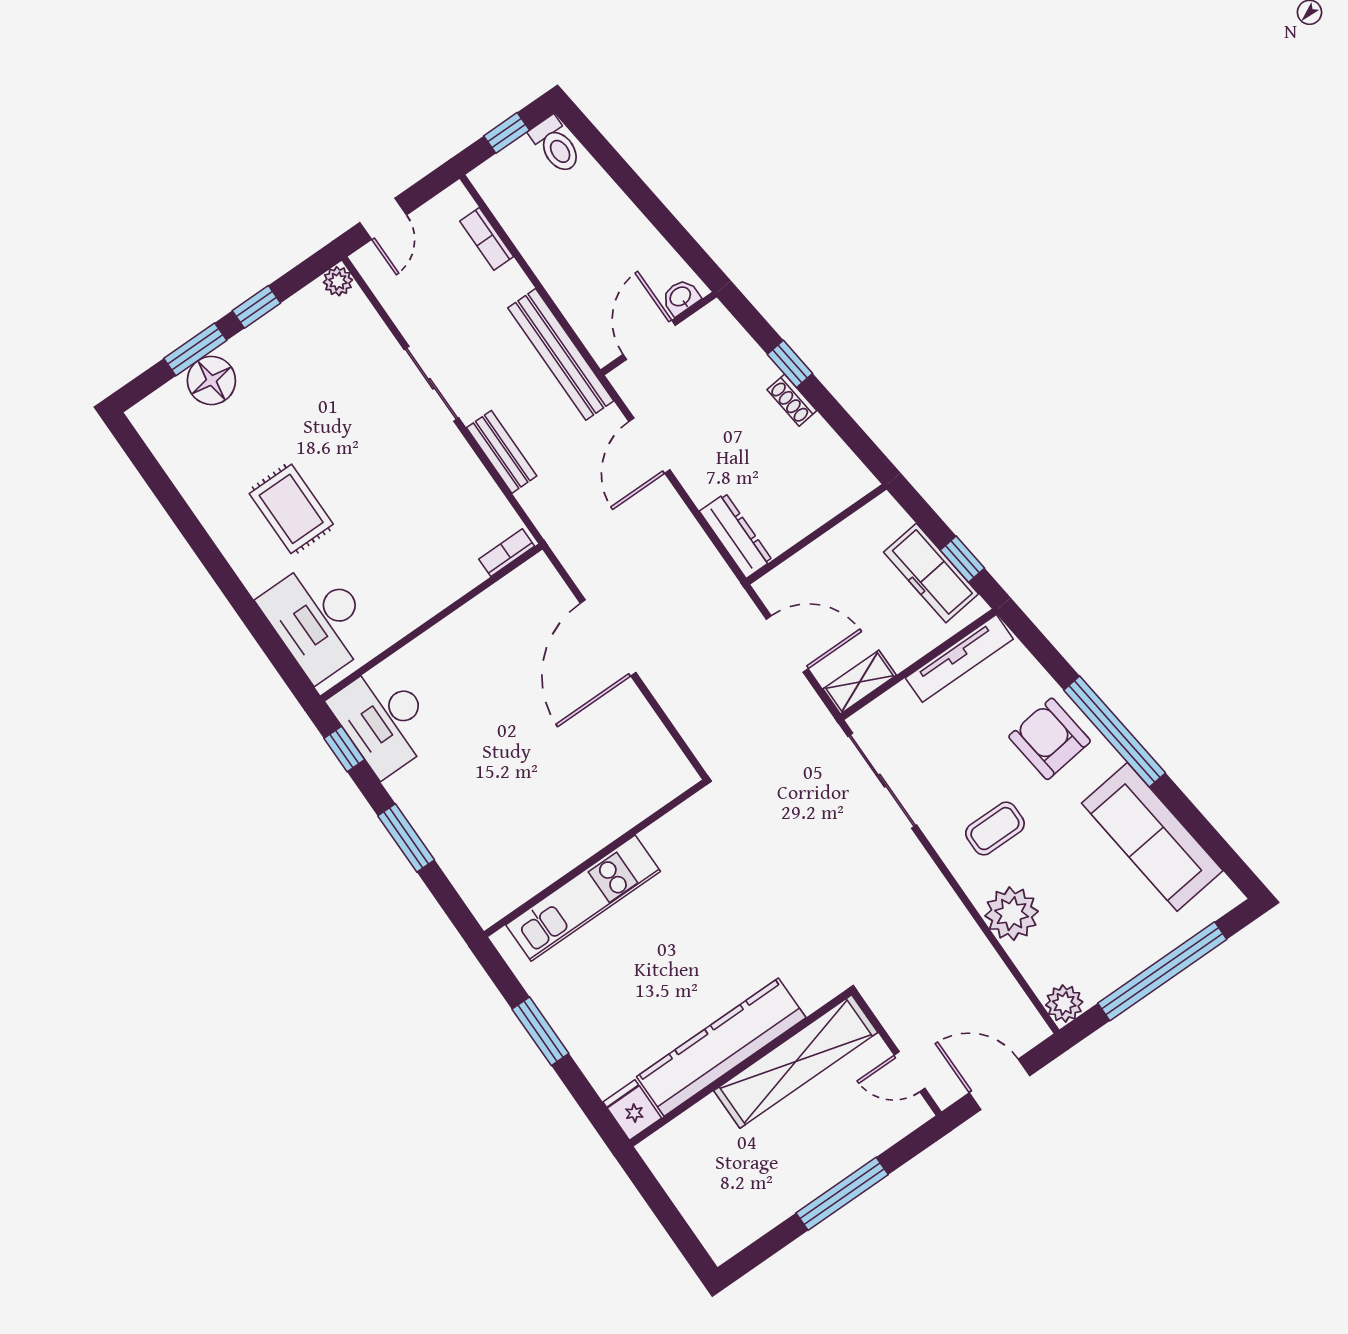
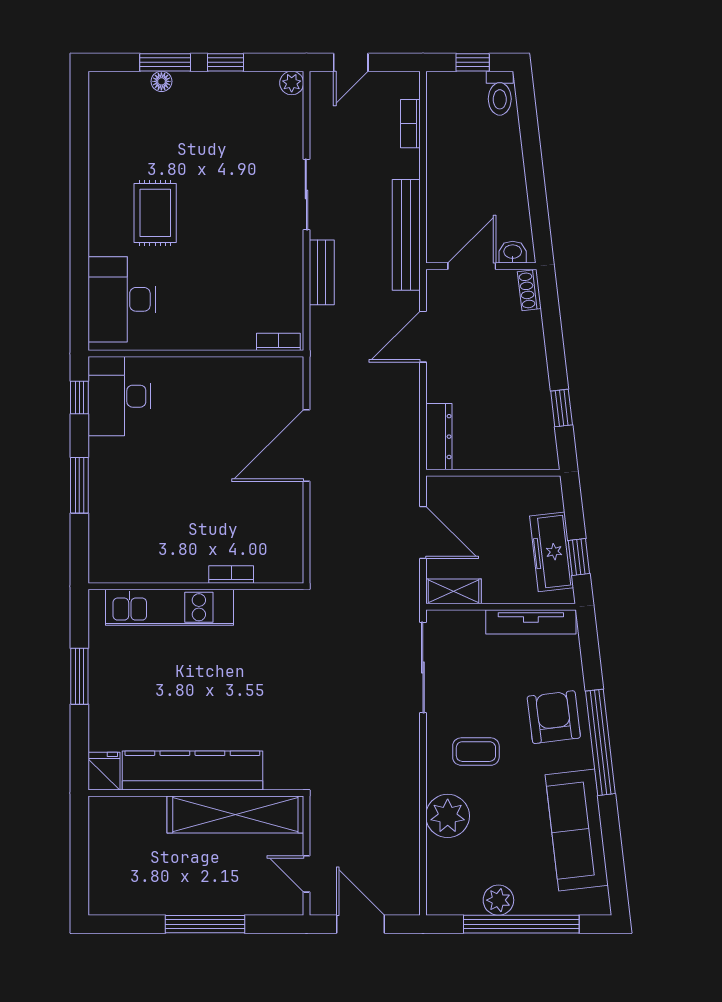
window: (790, 364) -> (562, 408), moved
floor lamp: (211, 380) -> (161, 81), width x0.53, depth x0.53
shoe rack: (792, 400) -> (529, 290), moved
bookcase: (622, 822) -> (231, 575), added
plant: (1064, 1004) -> (498, 900), moved

